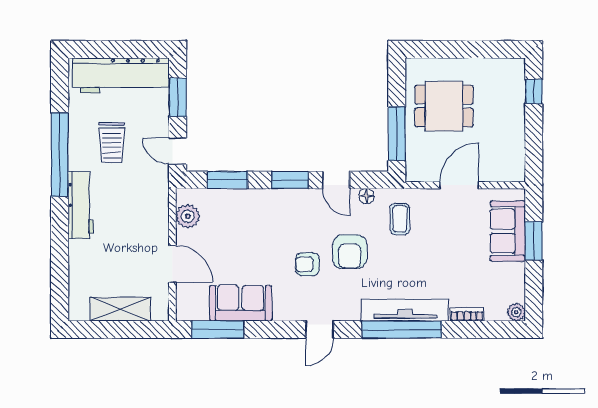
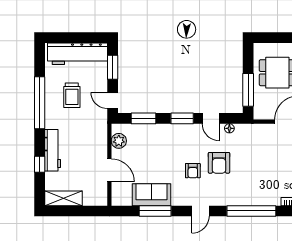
workbench: (81, 205) -> (53, 150), moved
coffee table: (400, 219) -> (250, 142), removed
window: (60, 254) -> (40, 164), added
armchair: (307, 264) -> (193, 171), turned -90
shelving: (120, 309) -> (63, 198), moved
tv unit: (405, 310) -> (253, 199), removed
window: (218, 330) -> (155, 211), moved

